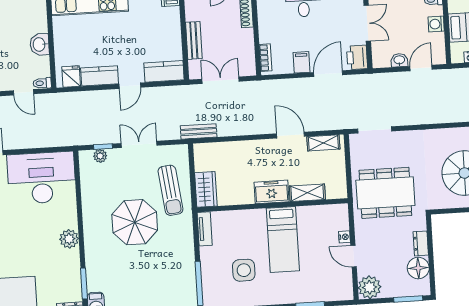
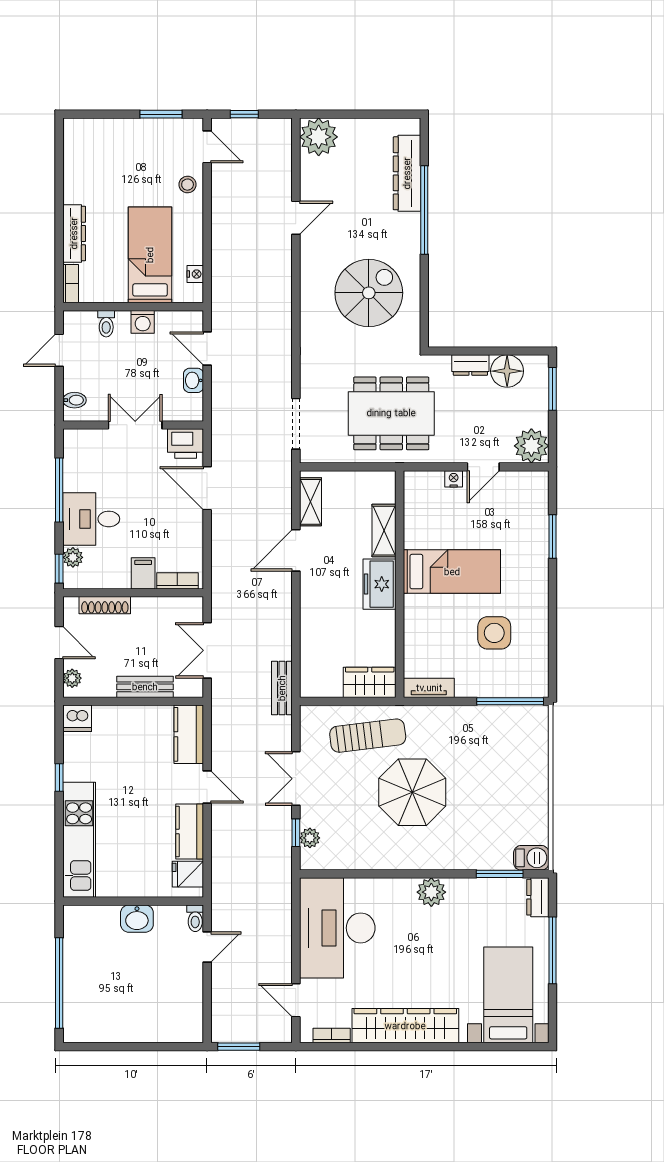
filing cabinet: (302, 62) -> (143, 573), moved, turned 90
dining table: (385, 193) -> (391, 413), turned 90

